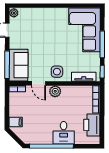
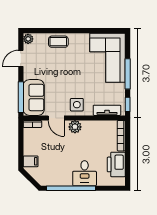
coffee table: (41, 15) -> (58, 42), added

